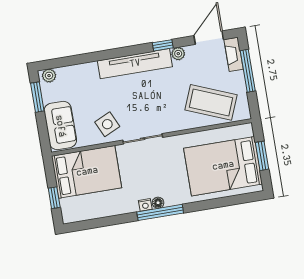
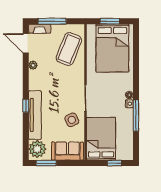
window: (163, 45) -> (26, 106), moved
tv unit: (135, 64) -> (35, 115), moved
plant: (49, 76) -> (37, 149), width x1.87, depth x1.87
window: (160, 212) -> (136, 116), moved

